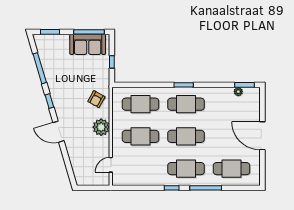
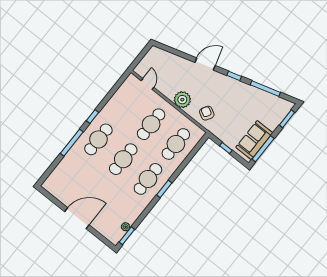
cafe table: (232, 169) -> (71, 174), removed

